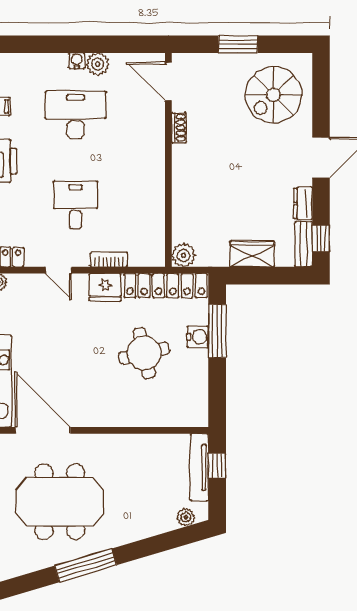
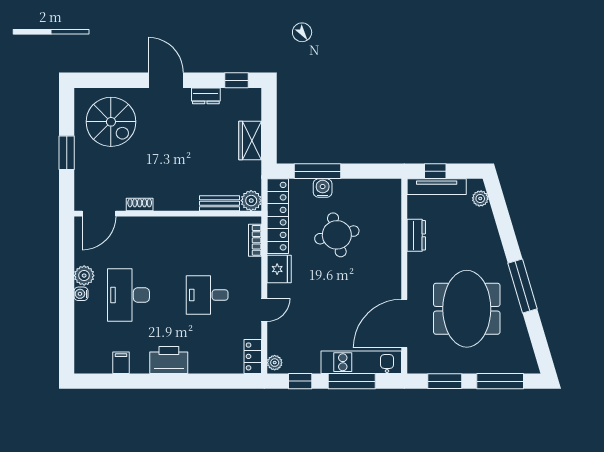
bench: (304, 244) -> (220, 203), moved
bookcase: (109, 260) -> (255, 240), moved
dresser: (144, 444) -> (416, 235), added

